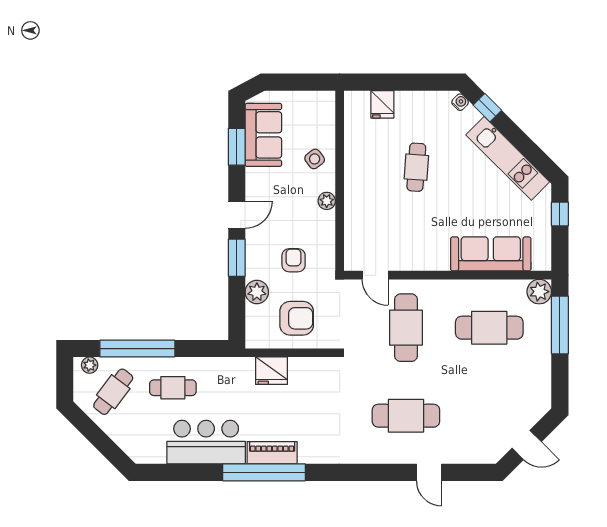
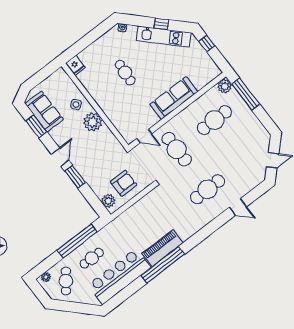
fridge: (382, 104) -> (75, 65), moved
window: (487, 108) -> (161, 24), moved
plant: (327, 201) -> (93, 122), width x1.88, depth x1.88
sofa: (491, 254) -> (174, 98), moved
armchair: (294, 260) -> (102, 158), removed
plant: (257, 292) -> (108, 201), moved
window: (137, 349) -> (77, 241), moved
fridge: (272, 371) -> (131, 216), removed
bar counter: (206, 442) -> (119, 276), width x1.36
piano: (272, 453) -> (162, 248), width x1.37, depth x1.33

